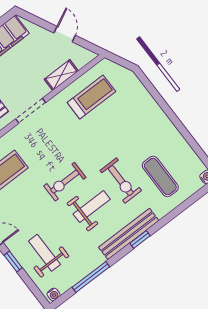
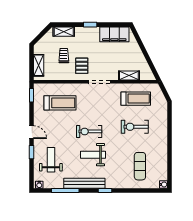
door: (65, 34) -> (147, 56), removed
exercise bike: (121, 181) -> (135, 127), moved, turned 90
weight bench: (92, 207) -> (93, 155), turned 180
bench: (129, 234) -> (84, 183), moved

